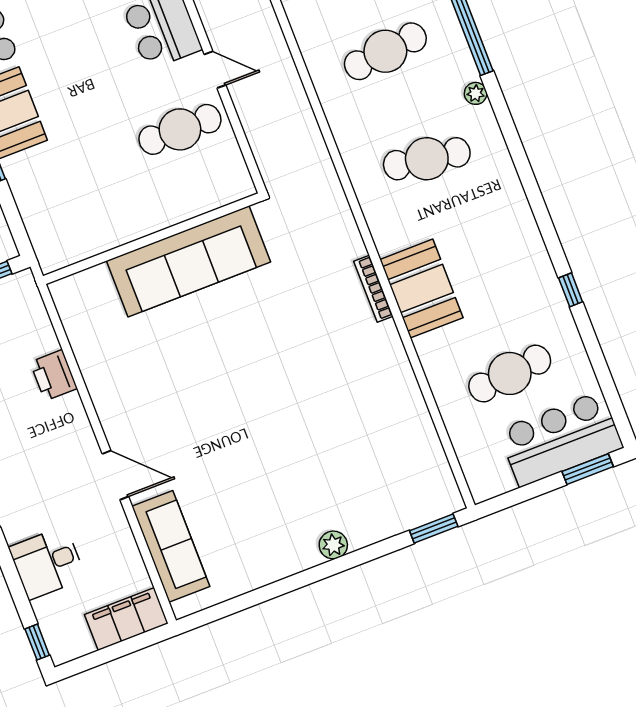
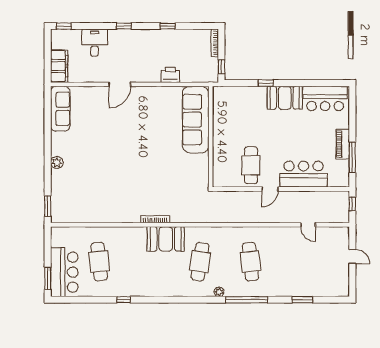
sofa: (188, 261) -> (196, 120), moved
booth: (421, 289) -> (166, 239), moved
sofa: (171, 546) -> (60, 109), moved, turned -90

